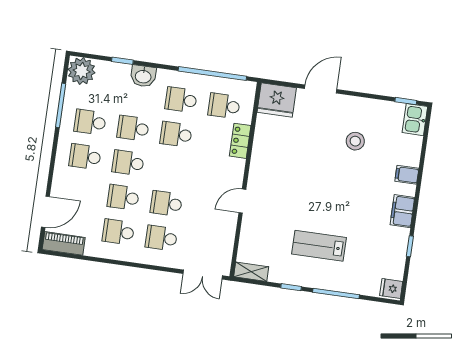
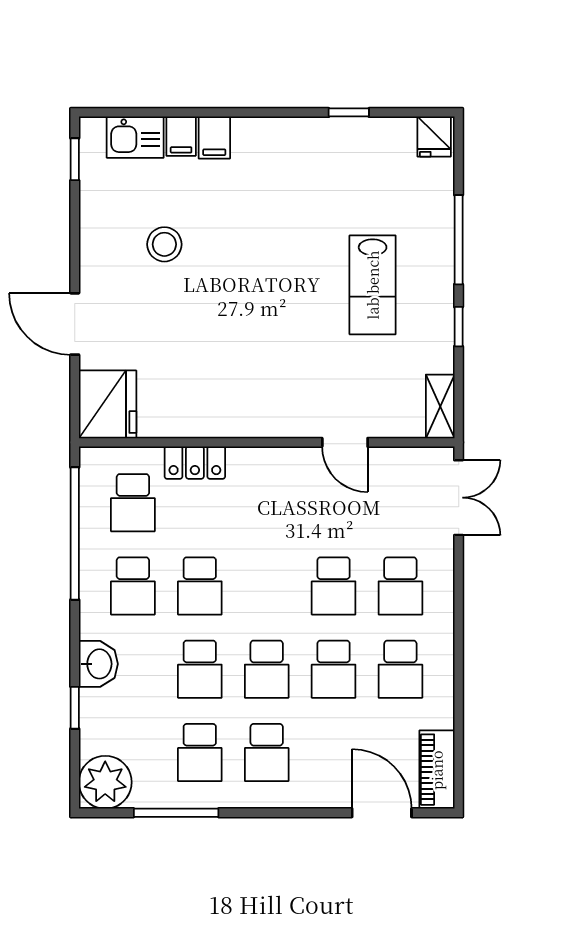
kitchen sink: (415, 120) -> (135, 137), moved
door: (242, 201) -> (345, 442), moved
filing cabinet: (402, 211) -> (181, 136), moved, width x0.50

